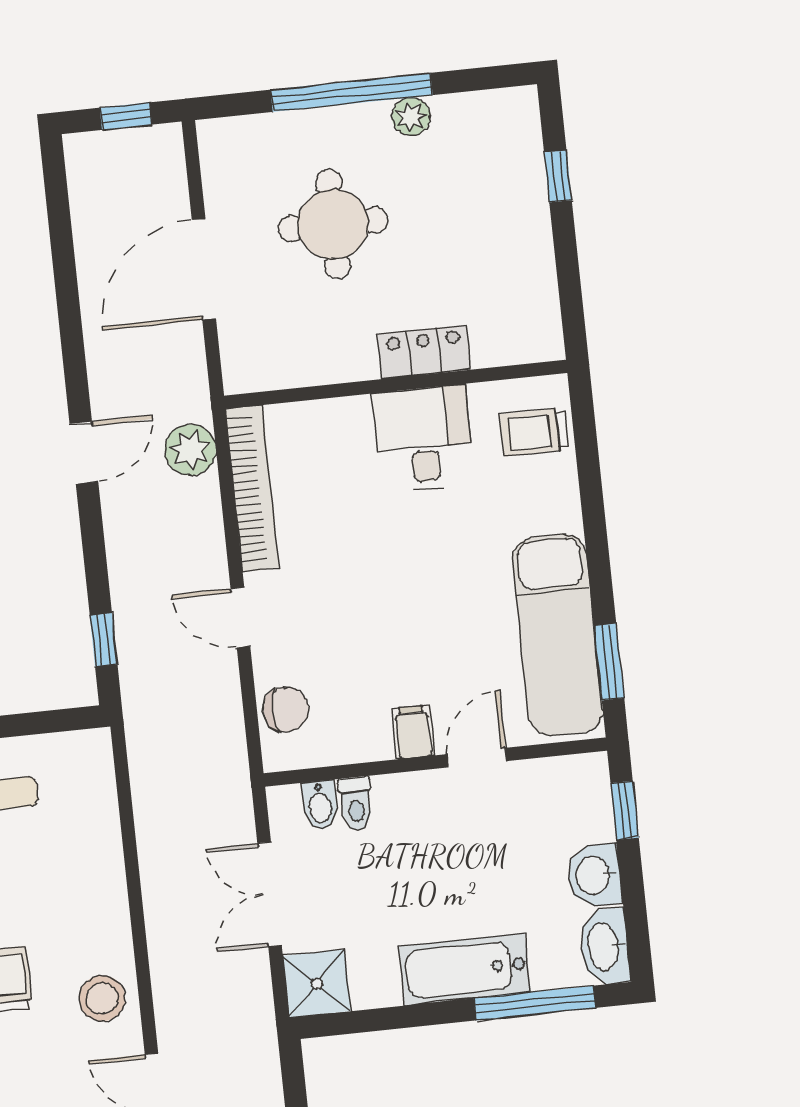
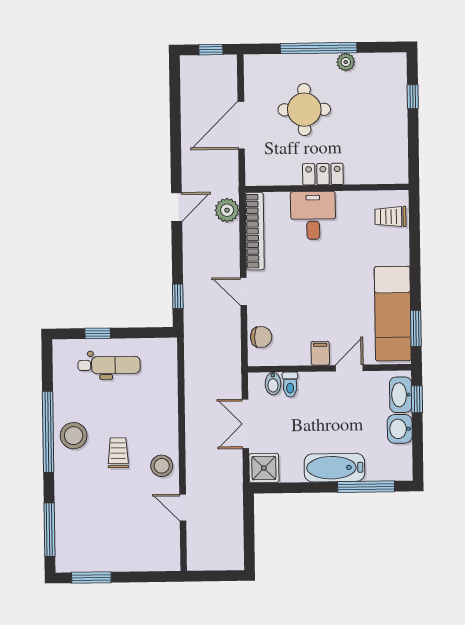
locker: (424, 352) -> (323, 174), moved
desk: (423, 439) -> (313, 215), moved
washbasin: (605, 947) -> (401, 395), moved

